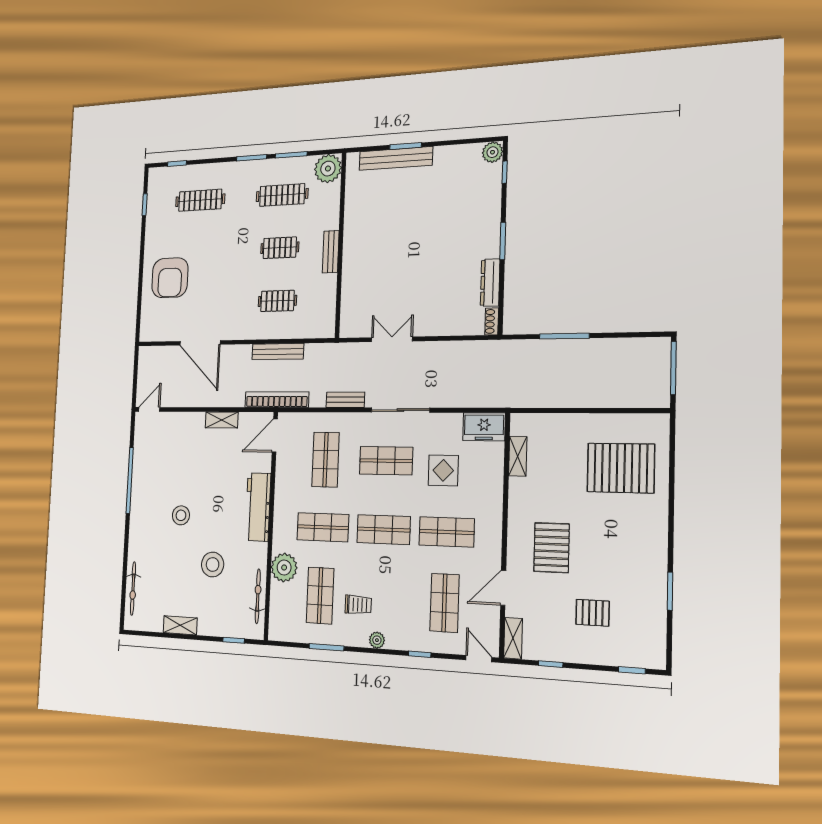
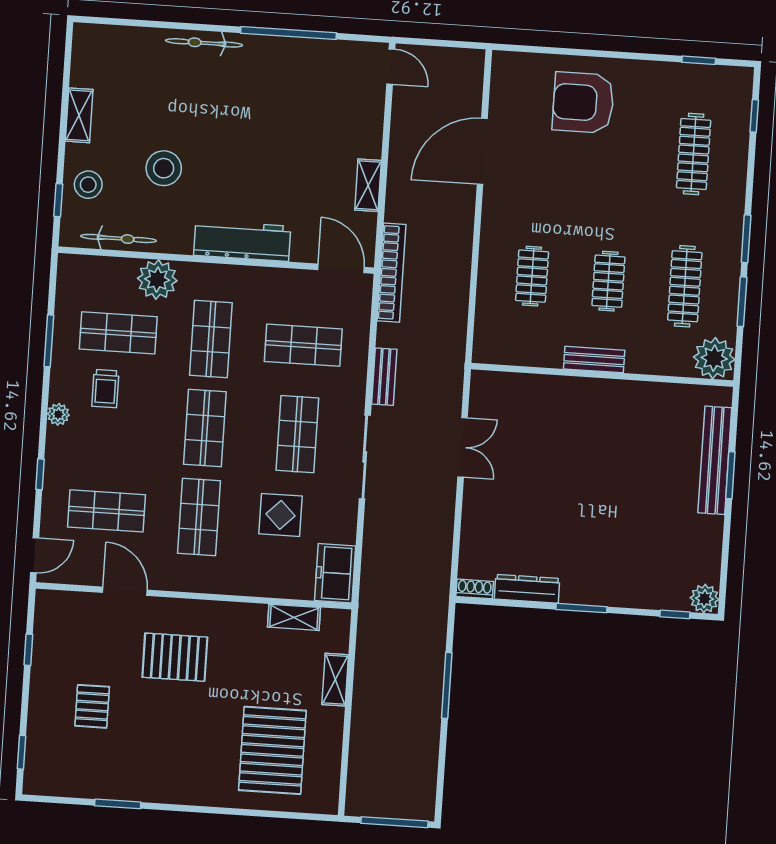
bench: (278, 352) -> (460, 275), removed
stool: (181, 515) -> (88, 185), moved
bicycle: (133, 589) -> (204, 43), moved
shelving: (513, 638) -> (335, 680), moved, turned 90

